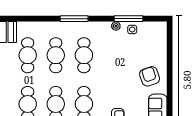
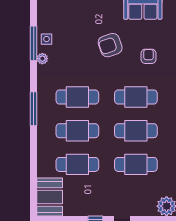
armchair: (150, 76) -> (110, 45), moved

